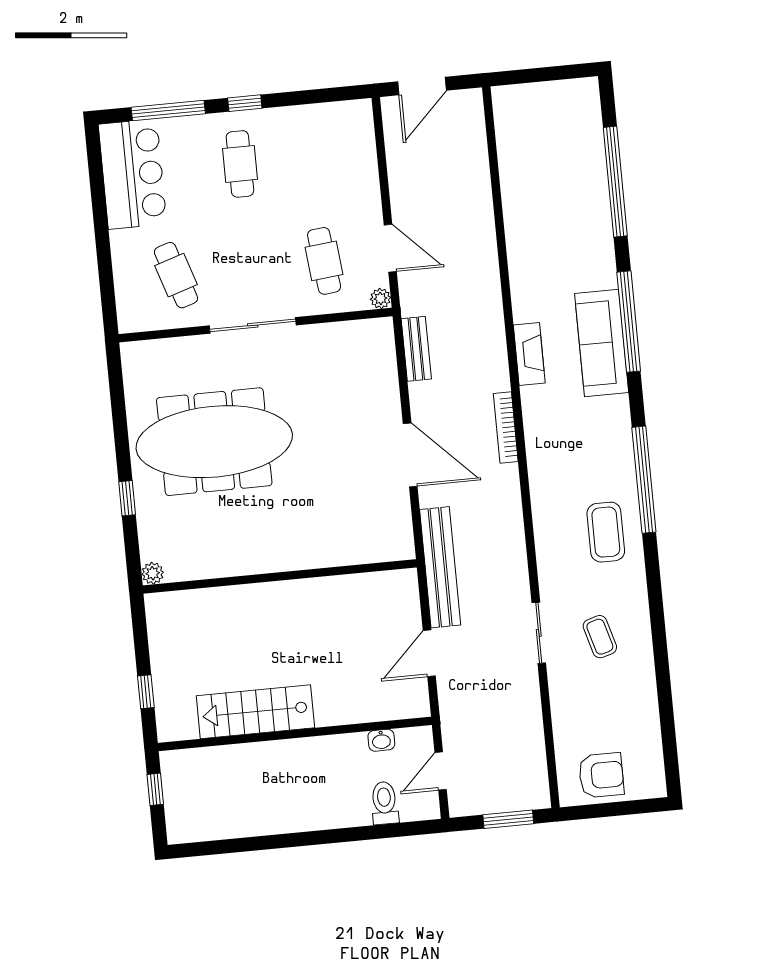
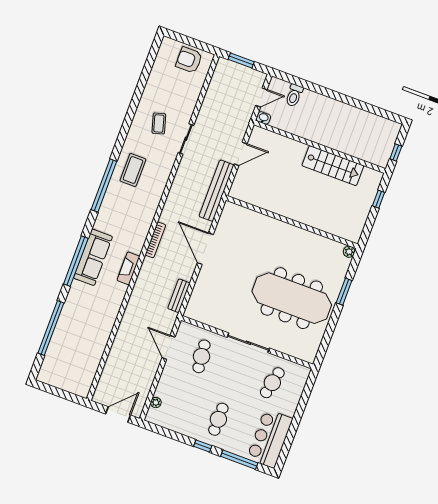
cafe table: (176, 275) -> (272, 383), turned 30
plant: (381, 298) -> (156, 403), moved
window: (127, 498) -> (344, 292), width x1.50
washbasin: (381, 740) -> (263, 118), moved

